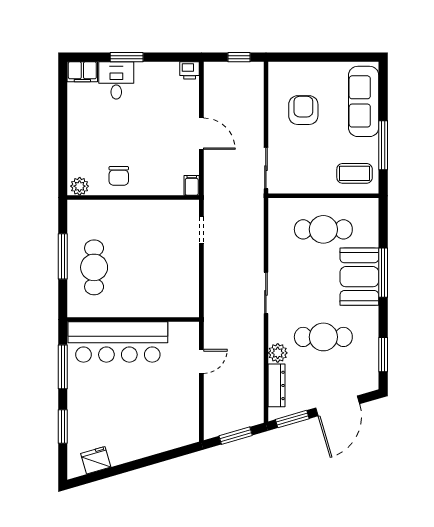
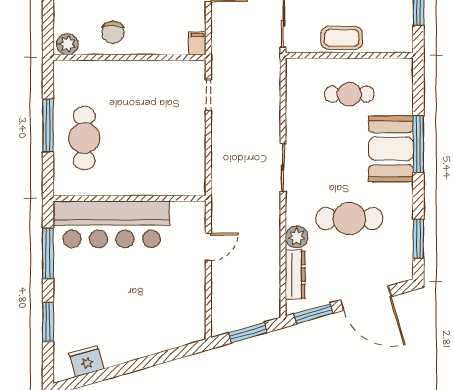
coffee table: (355, 173) -> (342, 38), moved
cafe table: (323, 229) -> (349, 94), width x0.73, depth x0.74
door: (338, 406) -> (366, 298), hinge flipped

